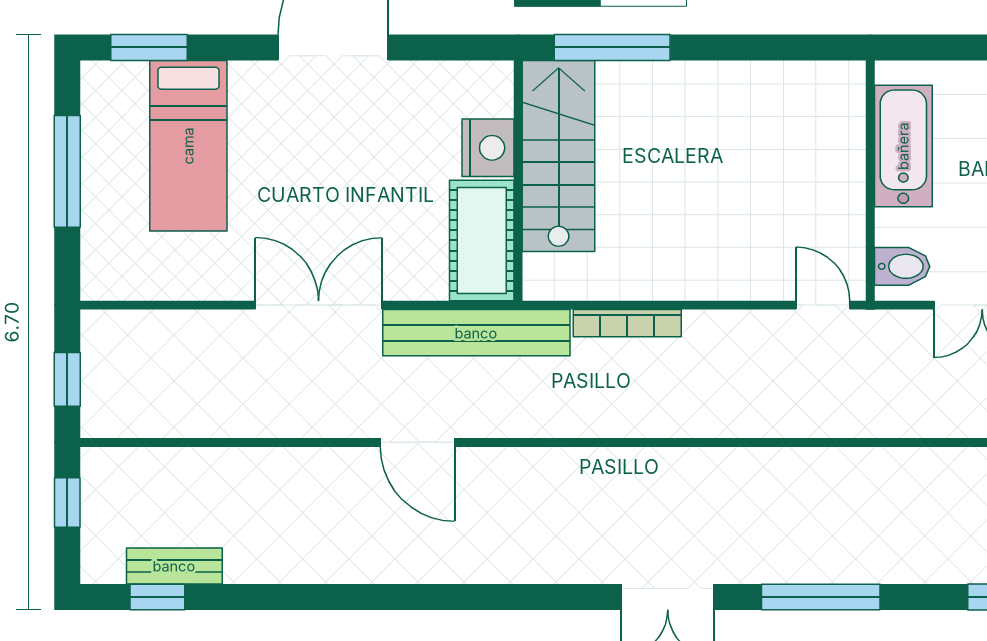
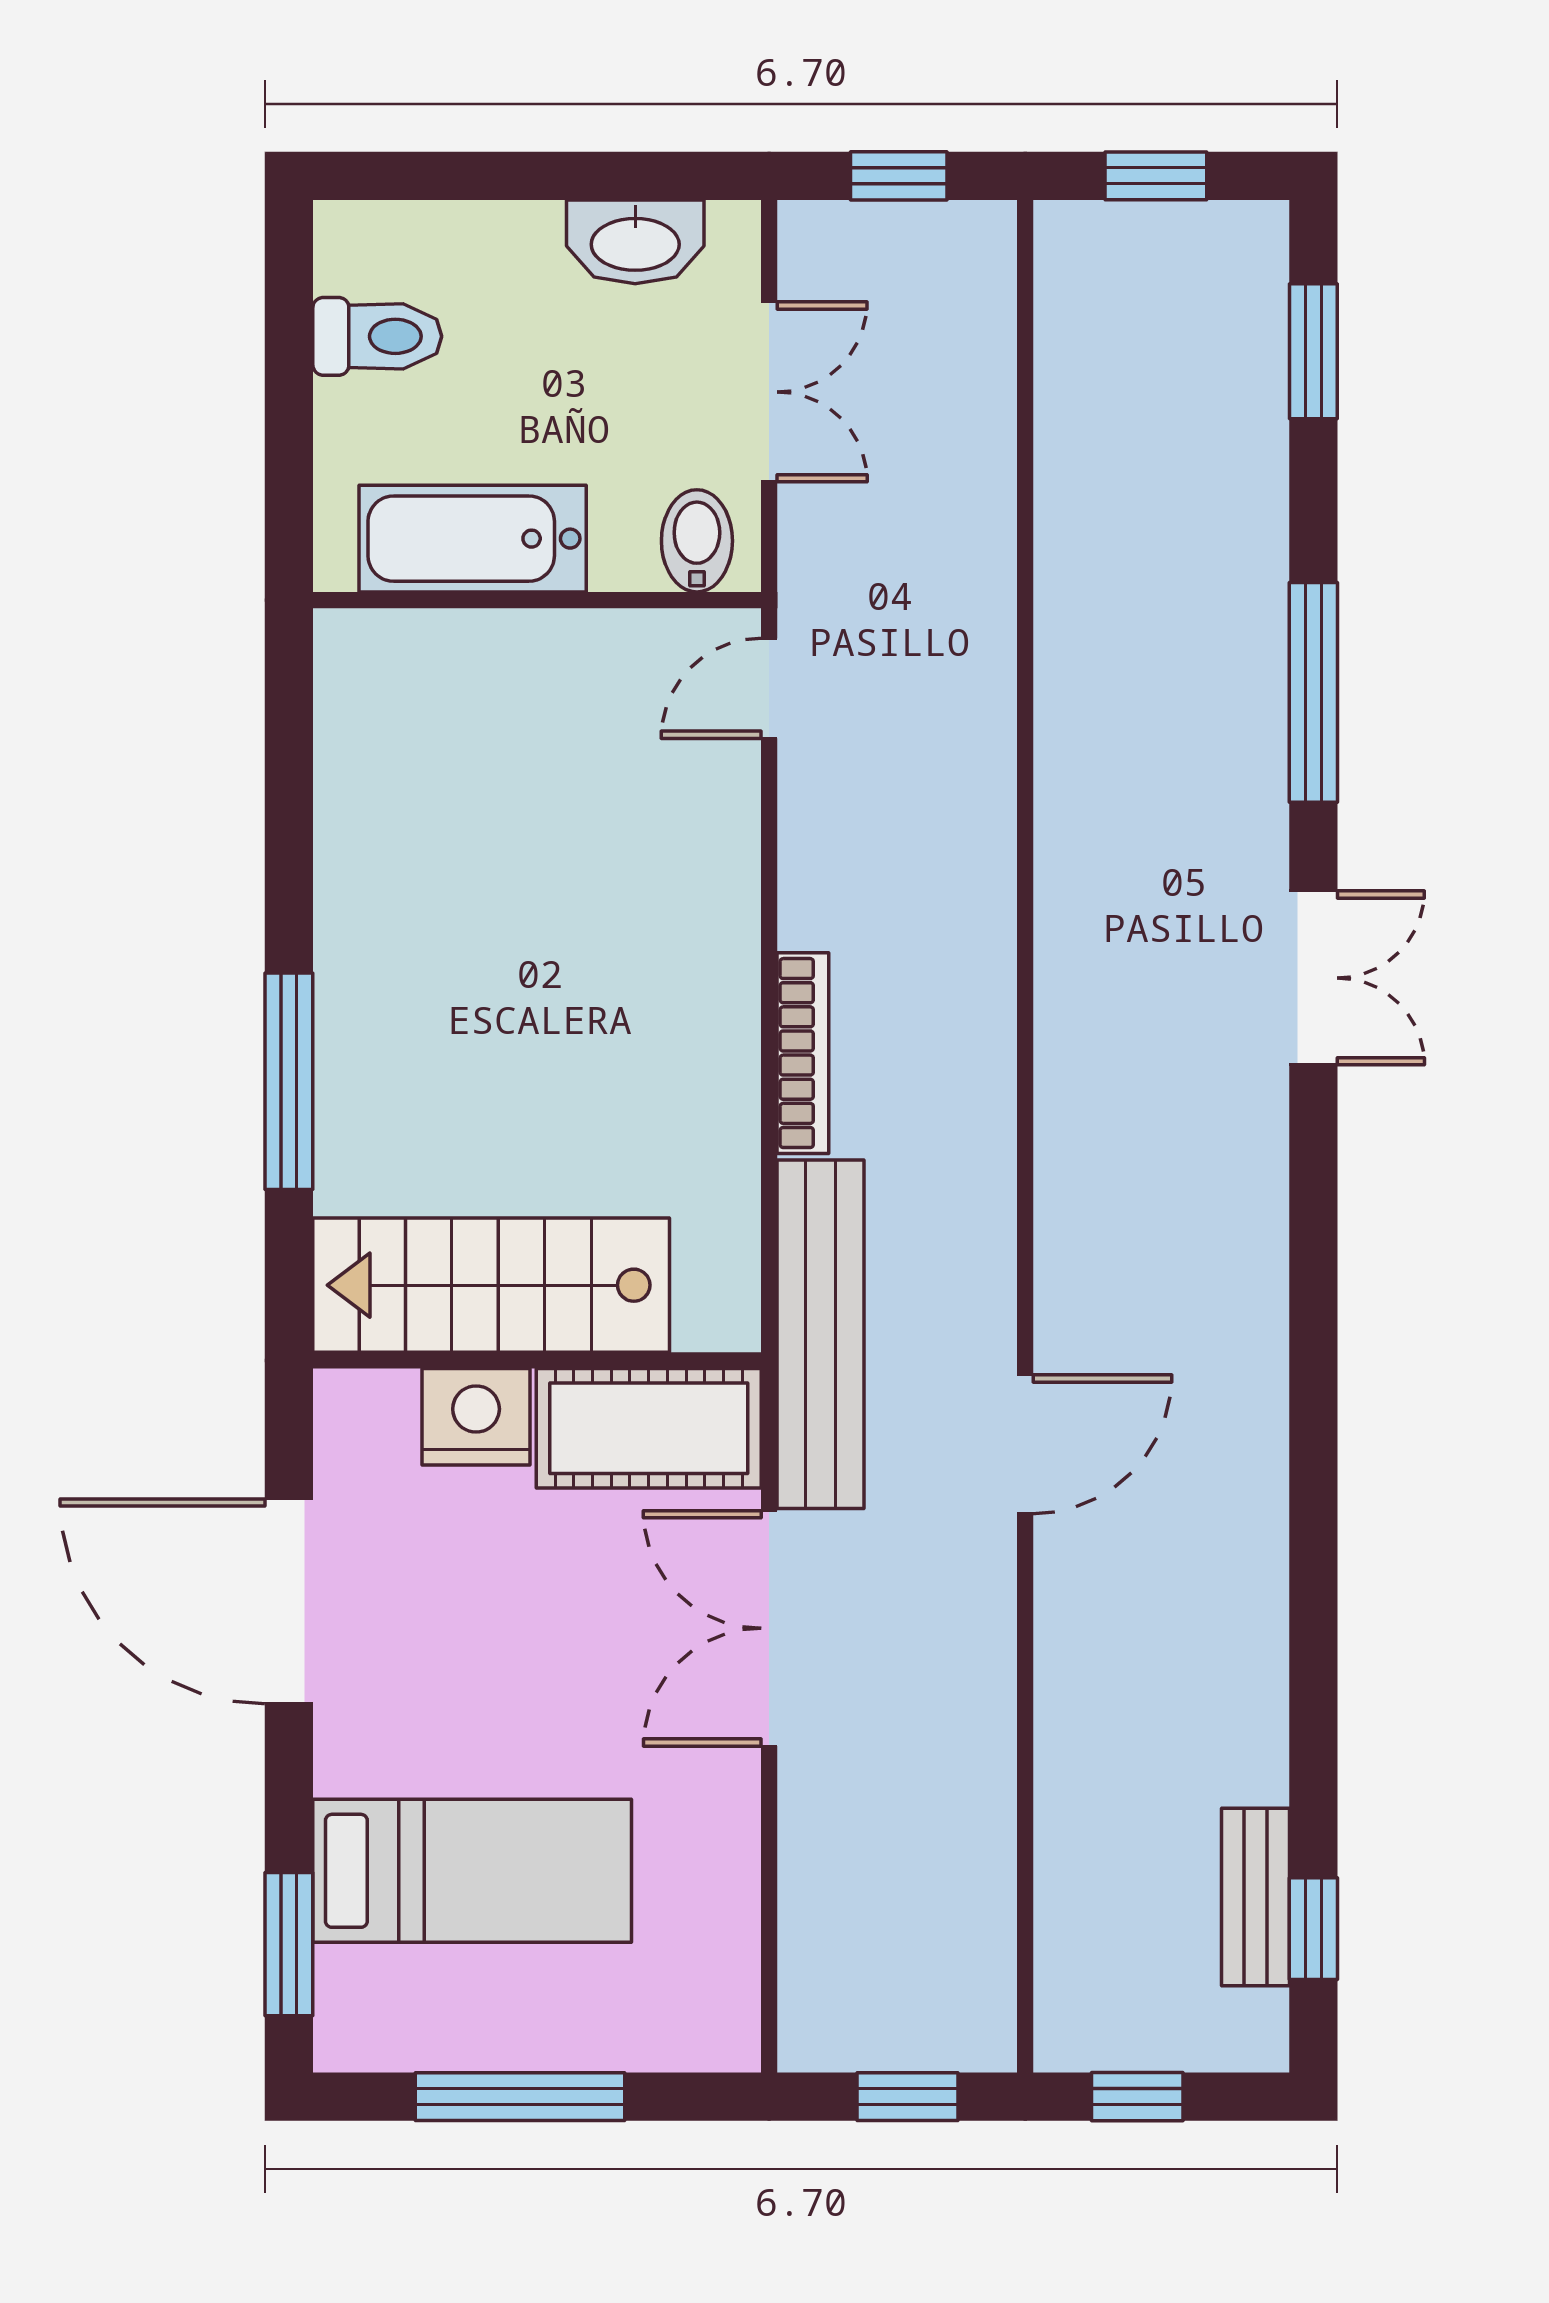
nightstand: (488, 148) -> (476, 1417), moved
stairs: (559, 156) -> (491, 1285), moved
wall: (518, 181) -> (537, 1360), moved
cot: (482, 240) -> (649, 1428), moved

